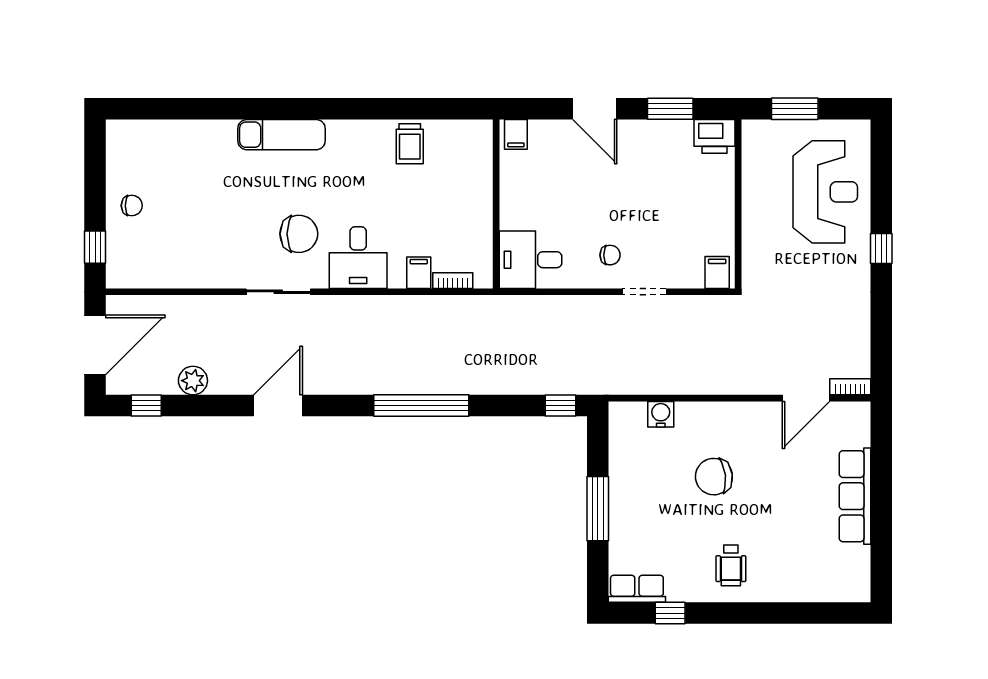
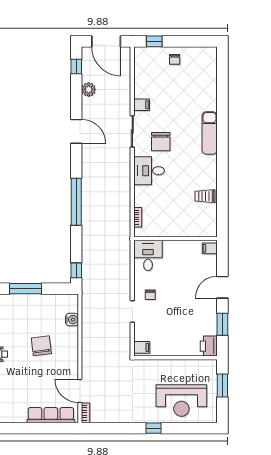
filing cabinet: (419, 273) -> (142, 105), moved
row of seats: (855, 496) -> (51, 415), moved

